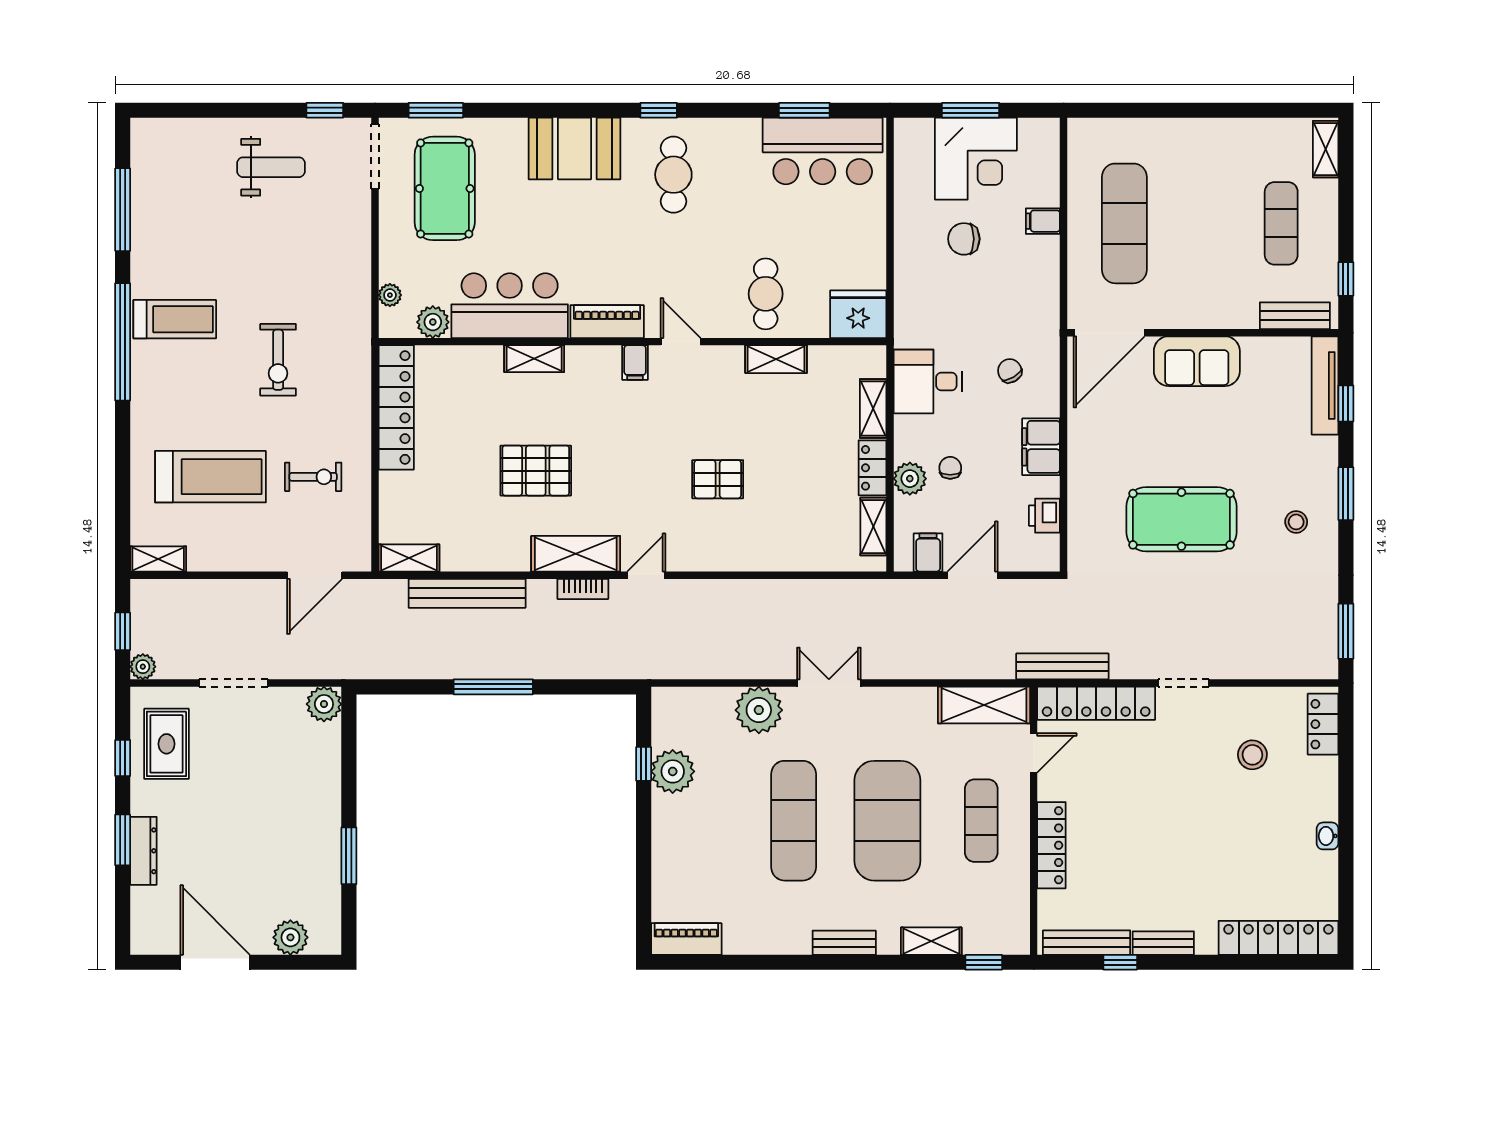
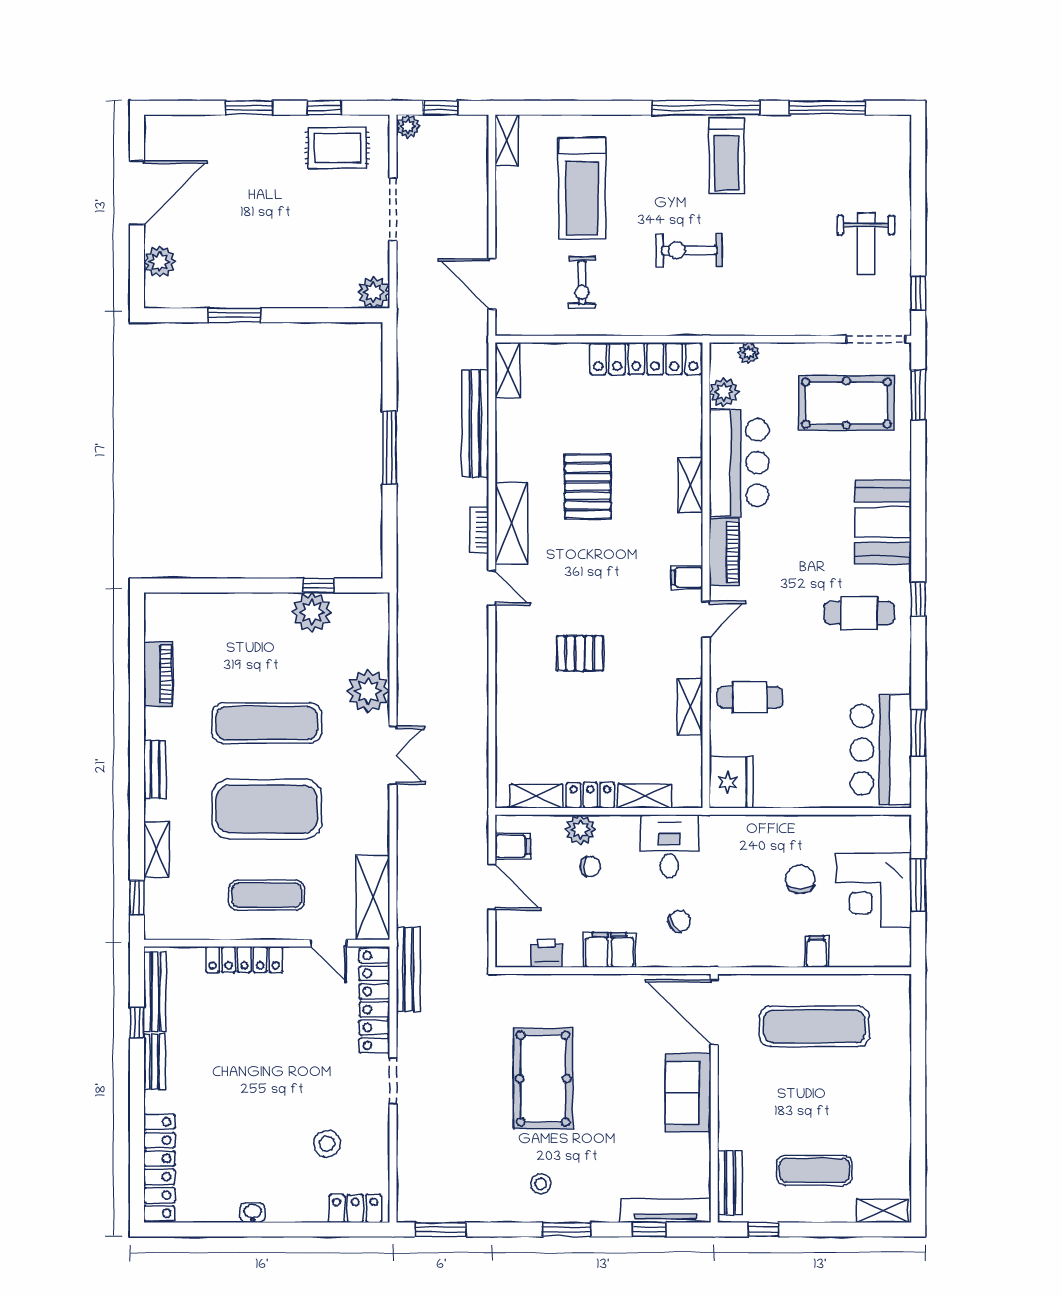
pallet: (718, 479) -> (580, 653), turned 90
dresser: (143, 851) -> (239, 127), removed
piano: (686, 939) -> (158, 674), moved

